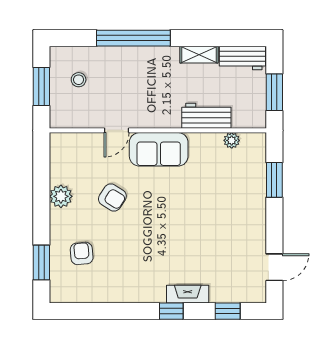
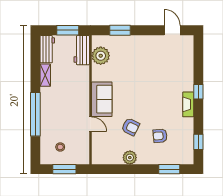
workbench: (206, 116) -> (82, 50), moved
plant: (232, 140) -> (101, 56), width x1.87, depth x1.87
armchair: (112, 197) -> (131, 127), turned 85
armchair: (82, 253) -> (160, 136), moved
fireplace: (188, 294) -> (188, 104), moved
window: (228, 311) -> (198, 142), moved

